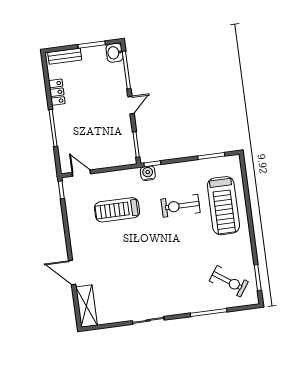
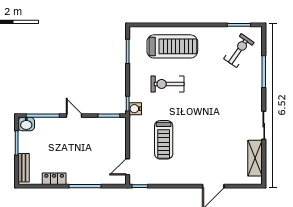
exercise bike: (180, 206) -> (168, 84), turned 90
shelving: (87, 306) -> (255, 158), moved, turned 90

